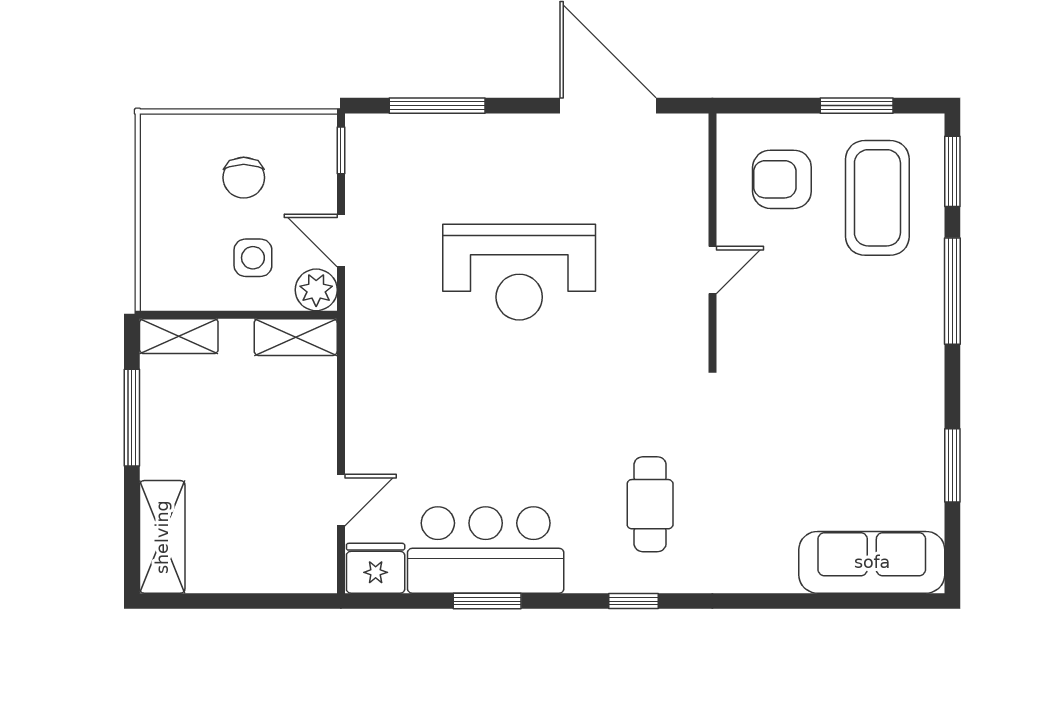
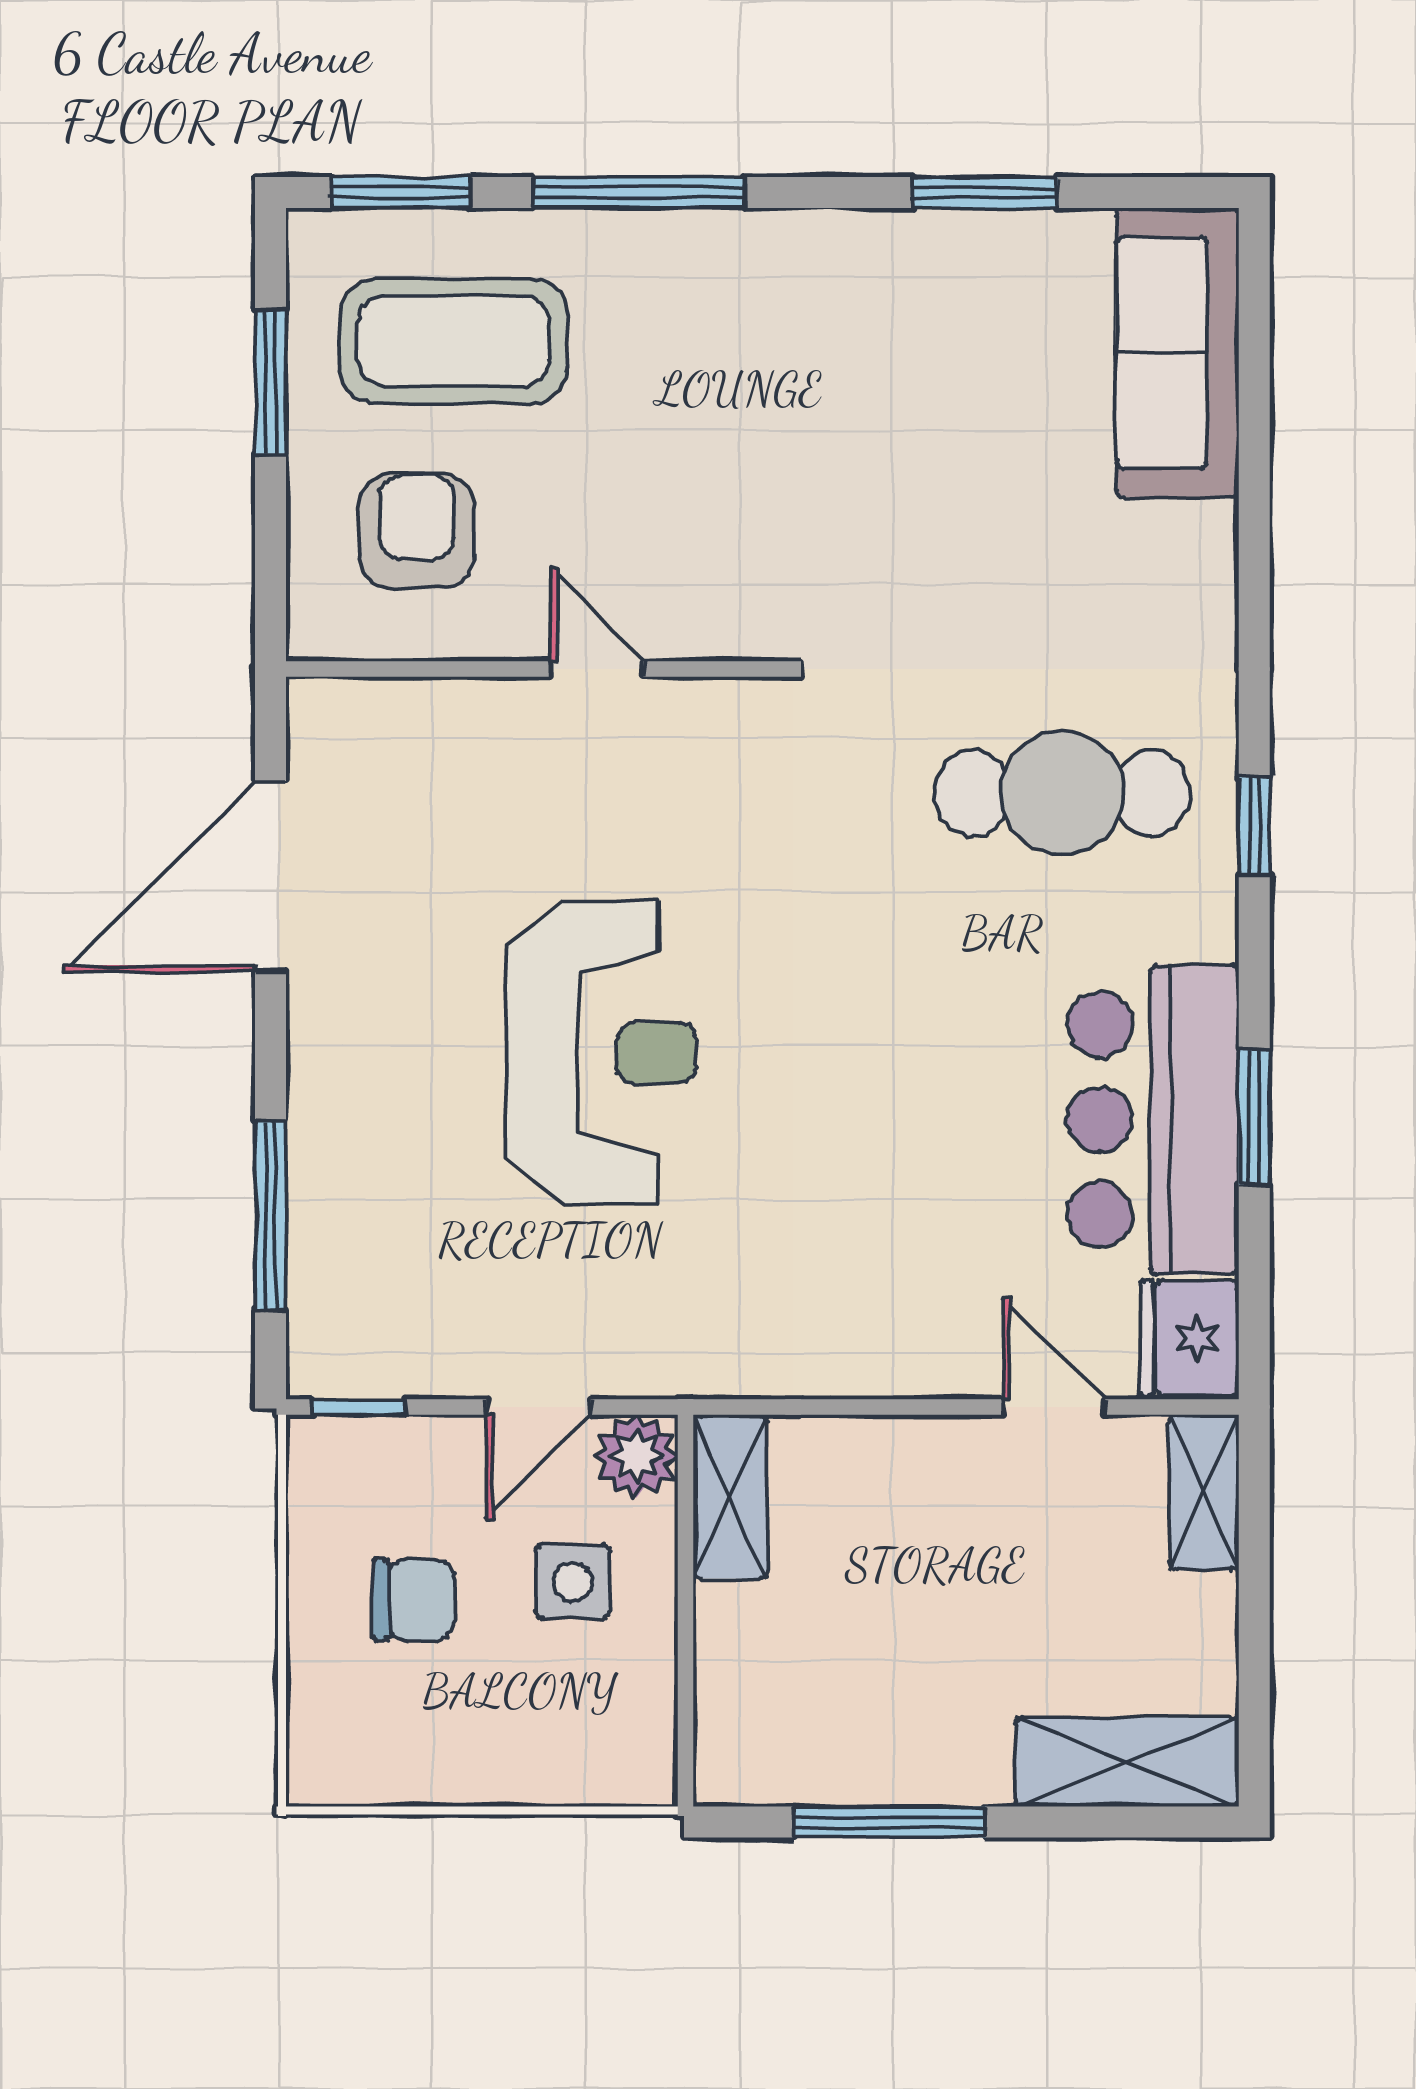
armchair: (782, 179) -> (417, 531), turned 180
shelving: (179, 336) -> (1204, 1492), moved
cafe table: (650, 504) -> (1062, 793), width x1.37, depth x1.35

